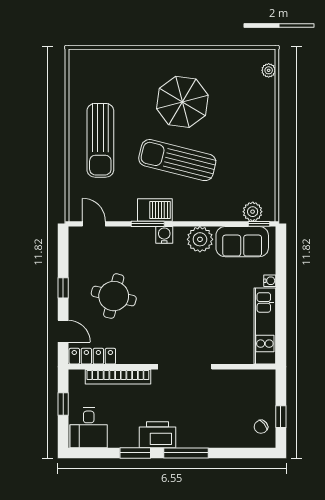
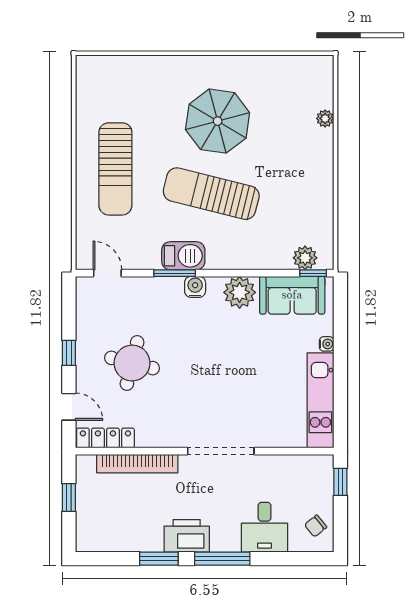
plant: (269, 70) -> (325, 118), moved
window: (281, 417) -> (340, 482), moved
desk: (89, 428) -> (265, 527), moved

